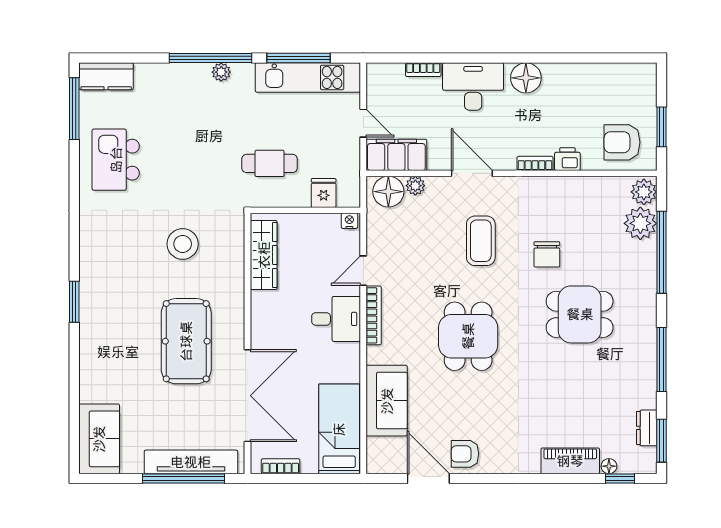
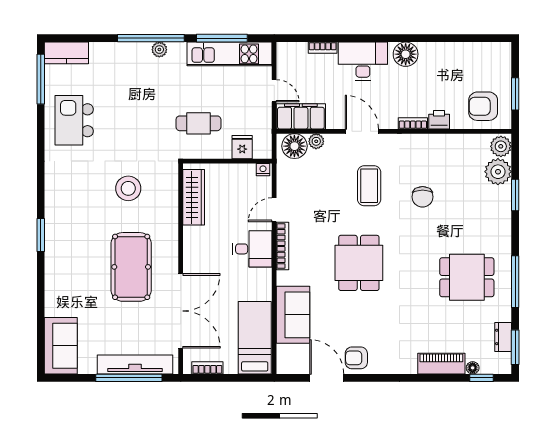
window: (661, 252) -> (515, 195), width x0.47
dining table: (580, 314) -> (467, 277), moved

